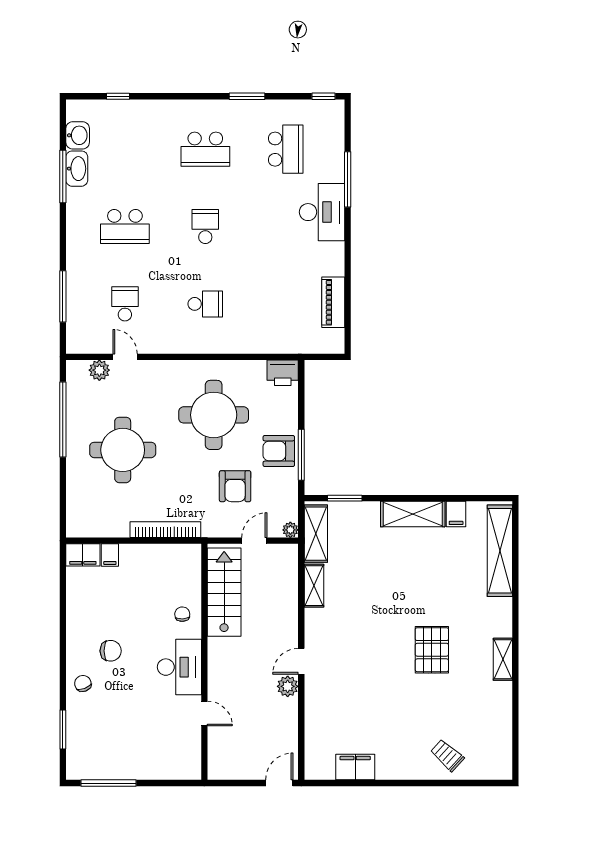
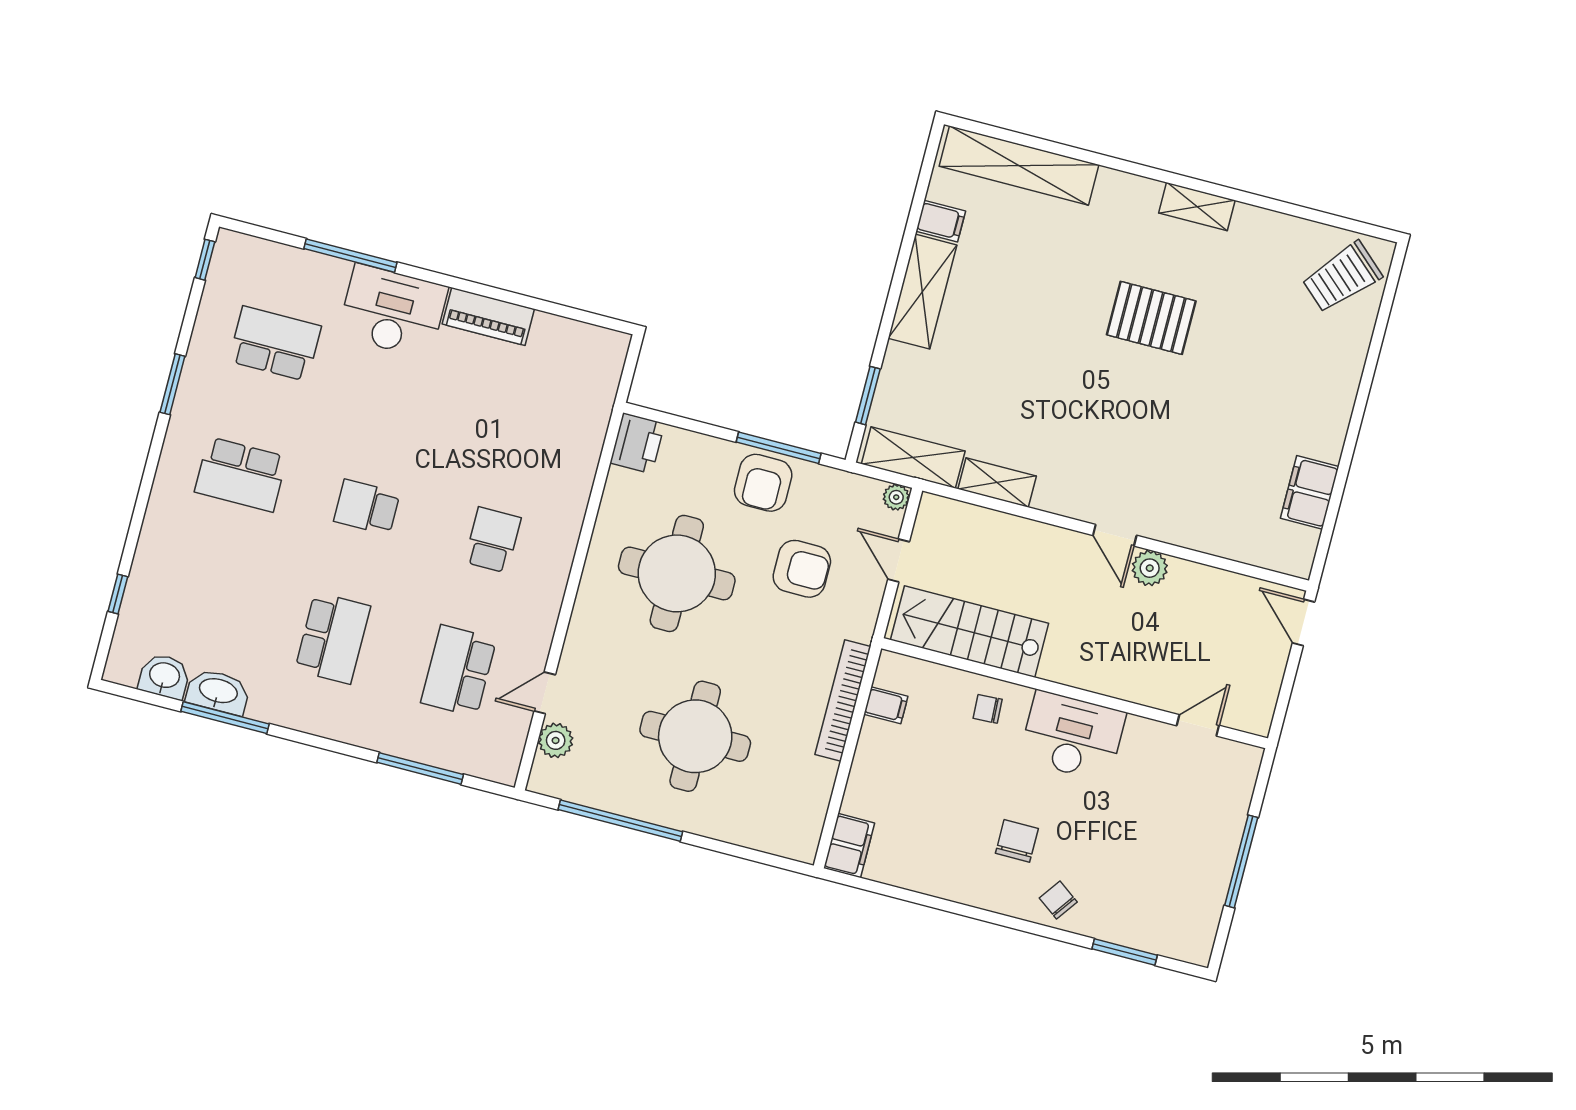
school desk: (205, 149) -> (241, 474), turned 90
piano: (333, 302) -> (488, 316), moved
school desk: (125, 304) -> (459, 671), width x1.85
filing cabinet: (110, 555) -> (886, 705), moved
chair: (83, 683) -> (1058, 900), turned 57
door: (204, 713) -> (1198, 725), moved
trolley: (447, 755) -> (1342, 277), moved, width x1.36, depth x1.39
window: (108, 783) -> (1241, 861), moved

